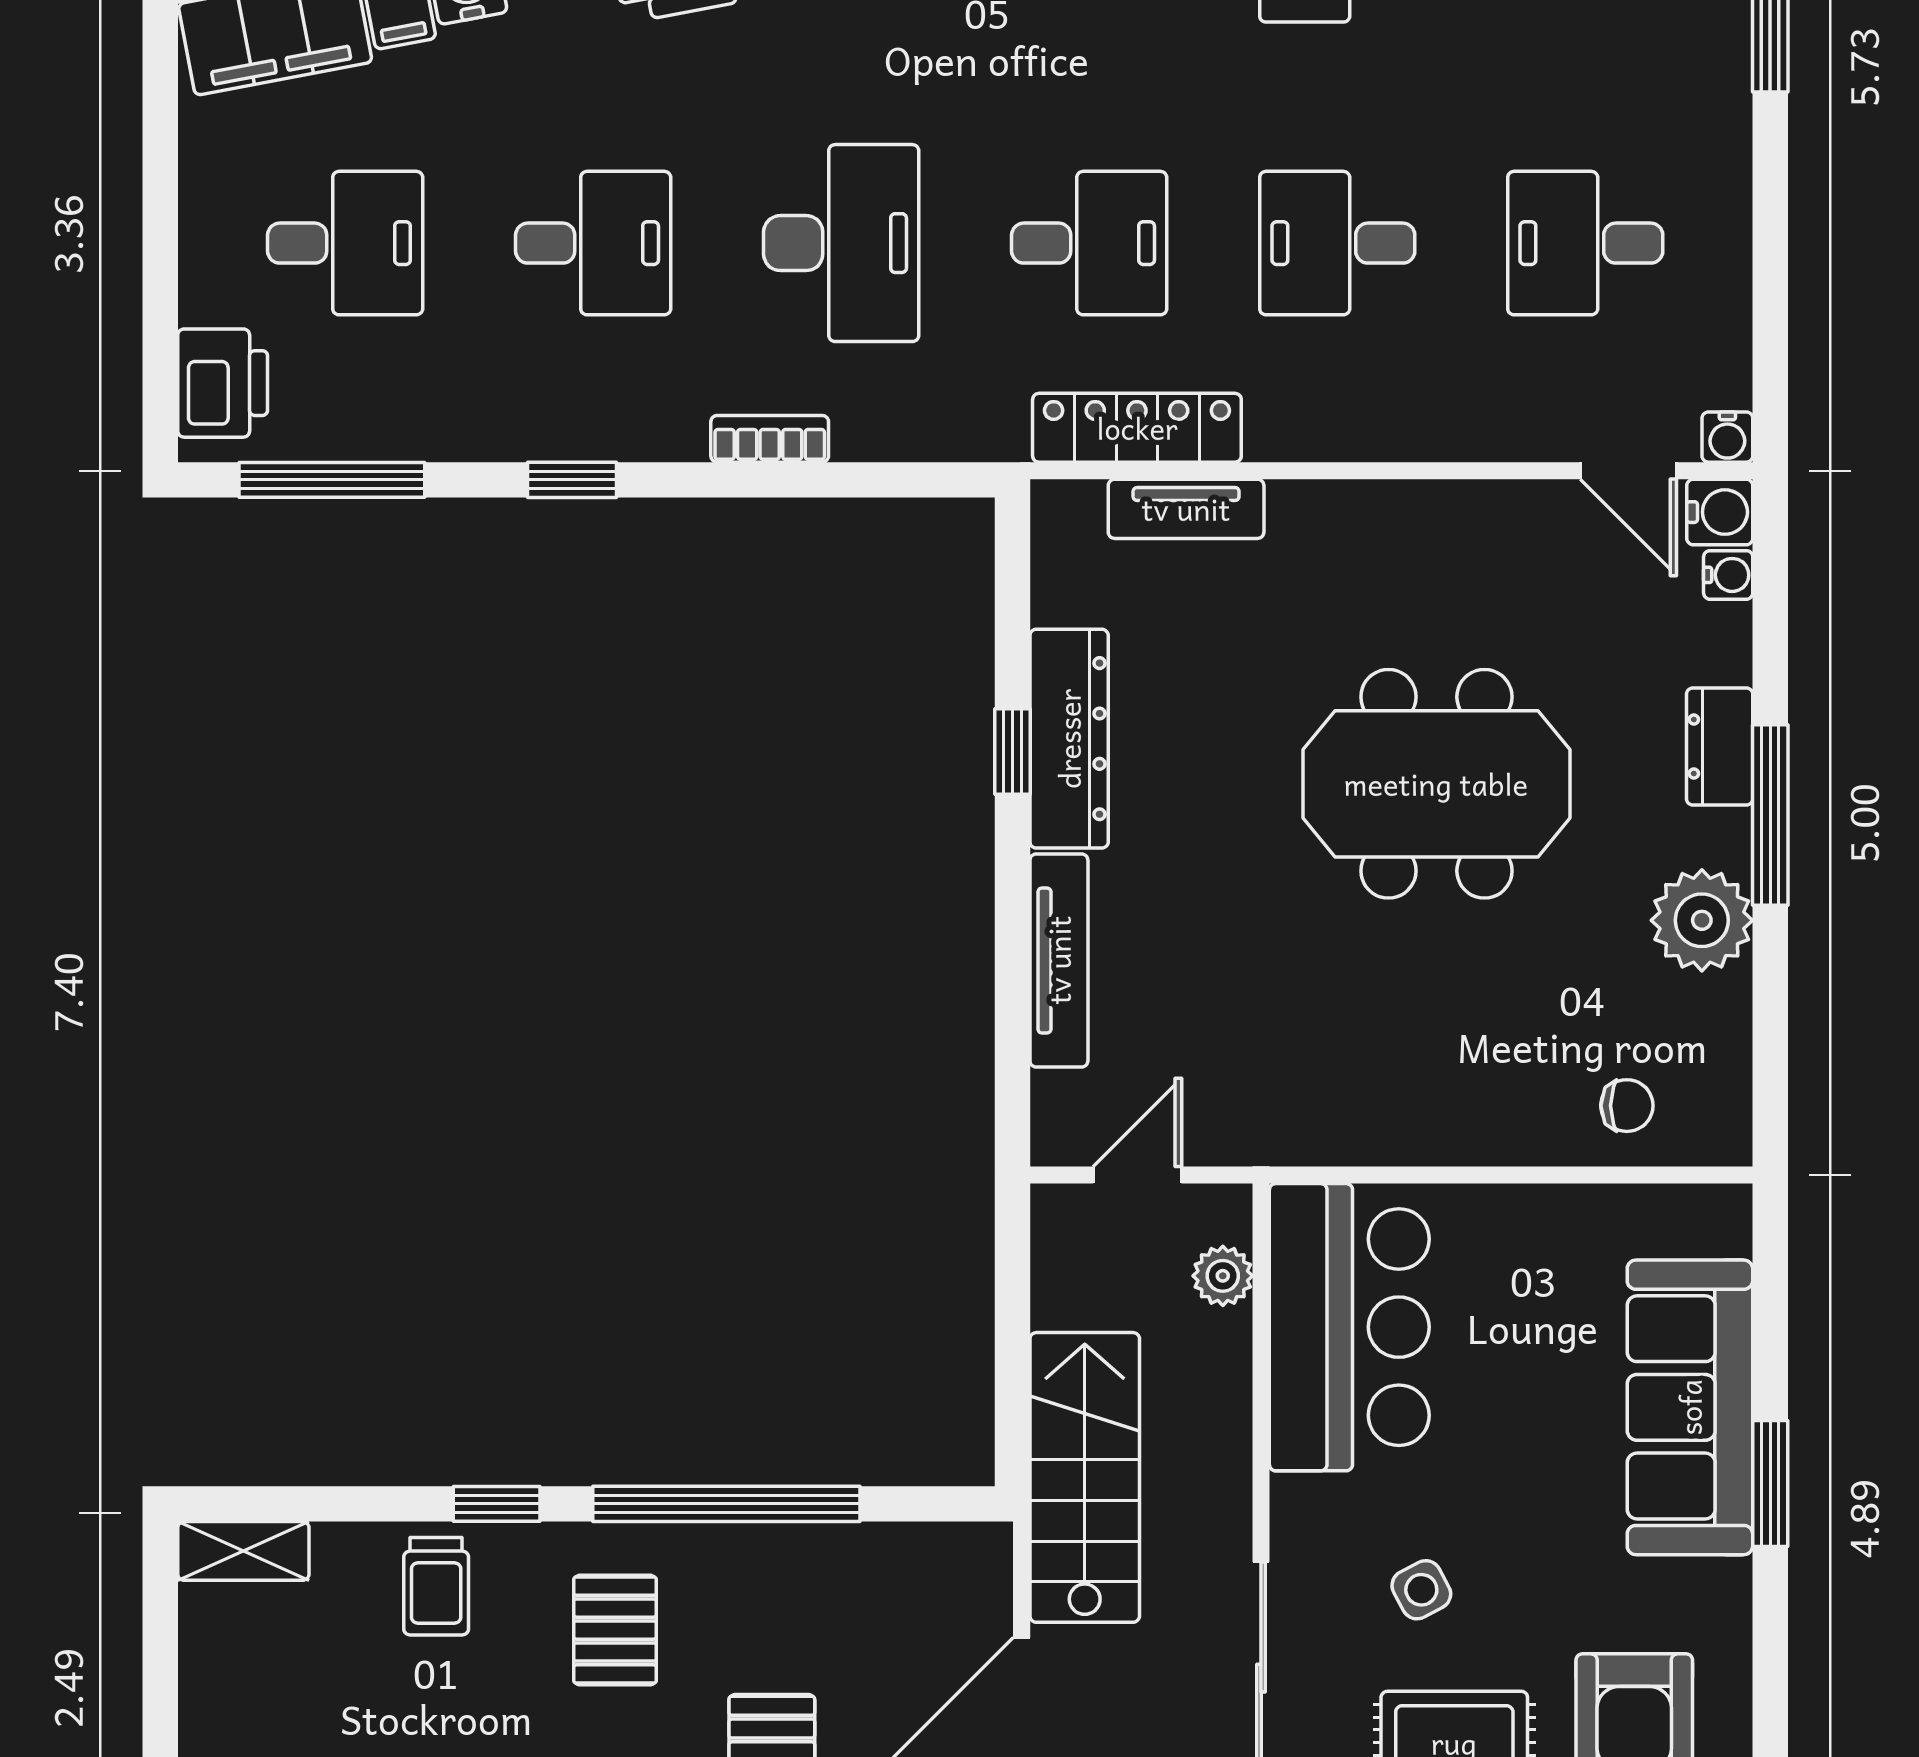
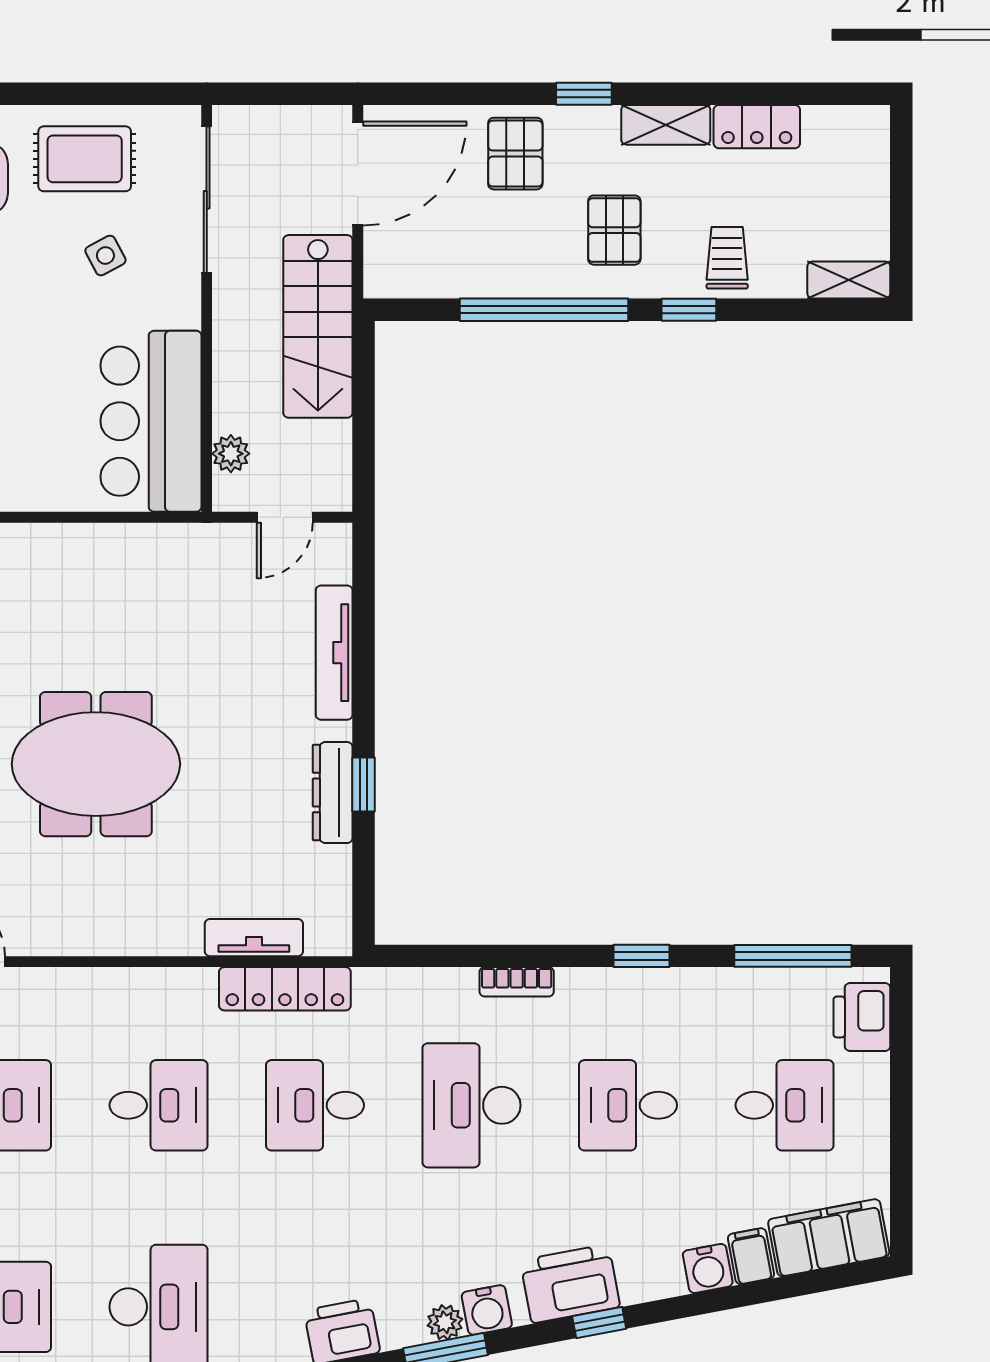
desk: (345, 243) -> (785, 1105), turned 180
dresser: (1069, 739) -> (333, 793), width x0.73, depth x0.80

